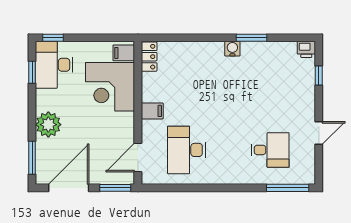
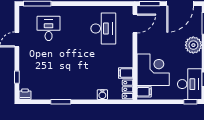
water cooler: (232, 49) -> (102, 95), moved
filing cabinet: (152, 111) -> (126, 73), moved
desk: (270, 150) -> (49, 28), turned 90

